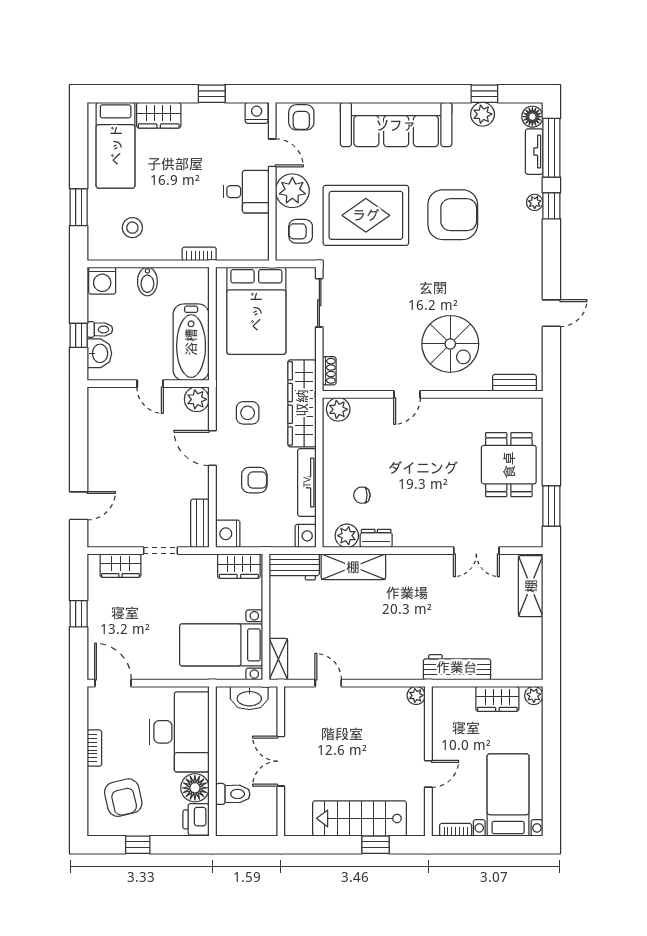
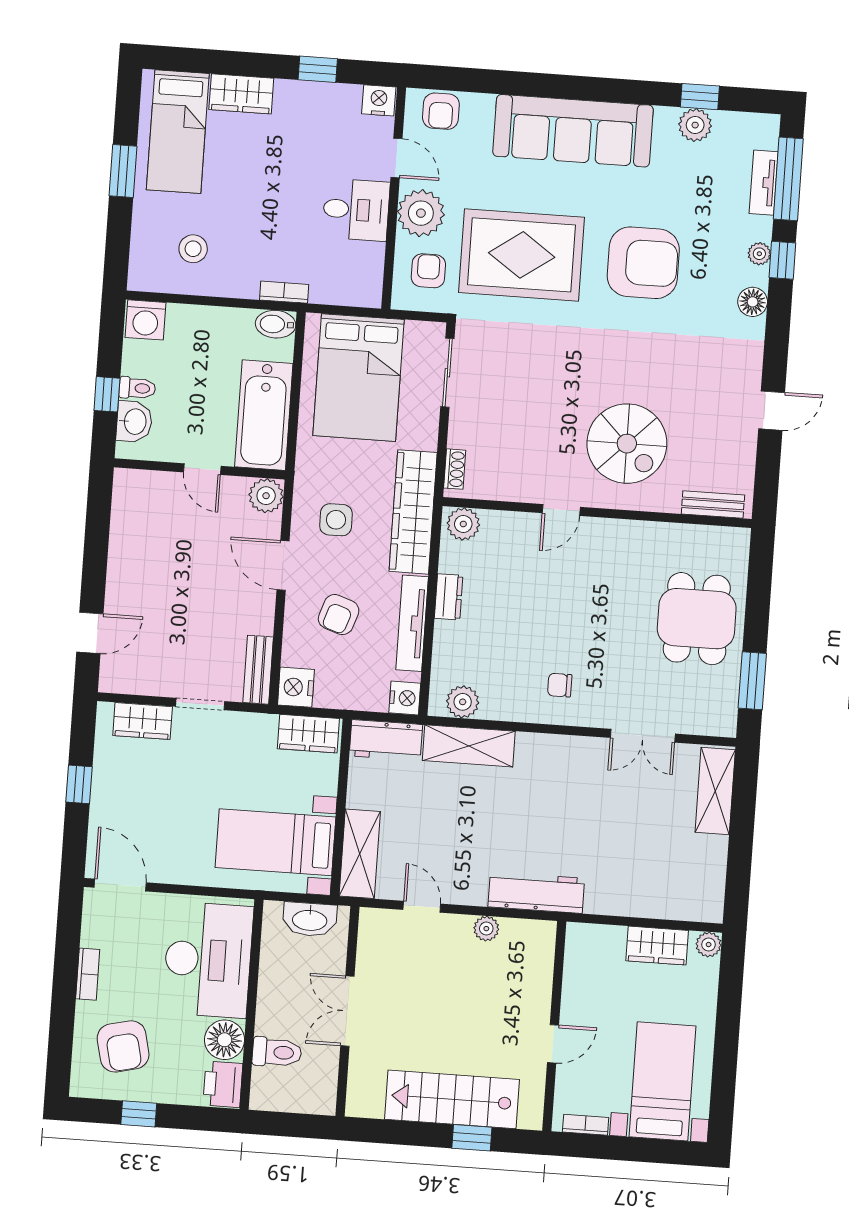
floor lamp: (532, 117) -> (753, 302), moved
window: (79, 207) -> (123, 171), moved
armchair: (301, 231) -> (428, 271), turned 90
bidet: (147, 281) -> (276, 324), moved, turned 90
armchair: (254, 480) -> (339, 615), turned 109
chair: (362, 495) -> (560, 685), moved
dresser: (376, 538) -> (449, 597), moved, turned 90
shelving: (278, 659) -> (360, 854), width x1.50, depth x1.33
workbench: (457, 667) -> (536, 893), moved
plant: (416, 695) -> (486, 929), moved

